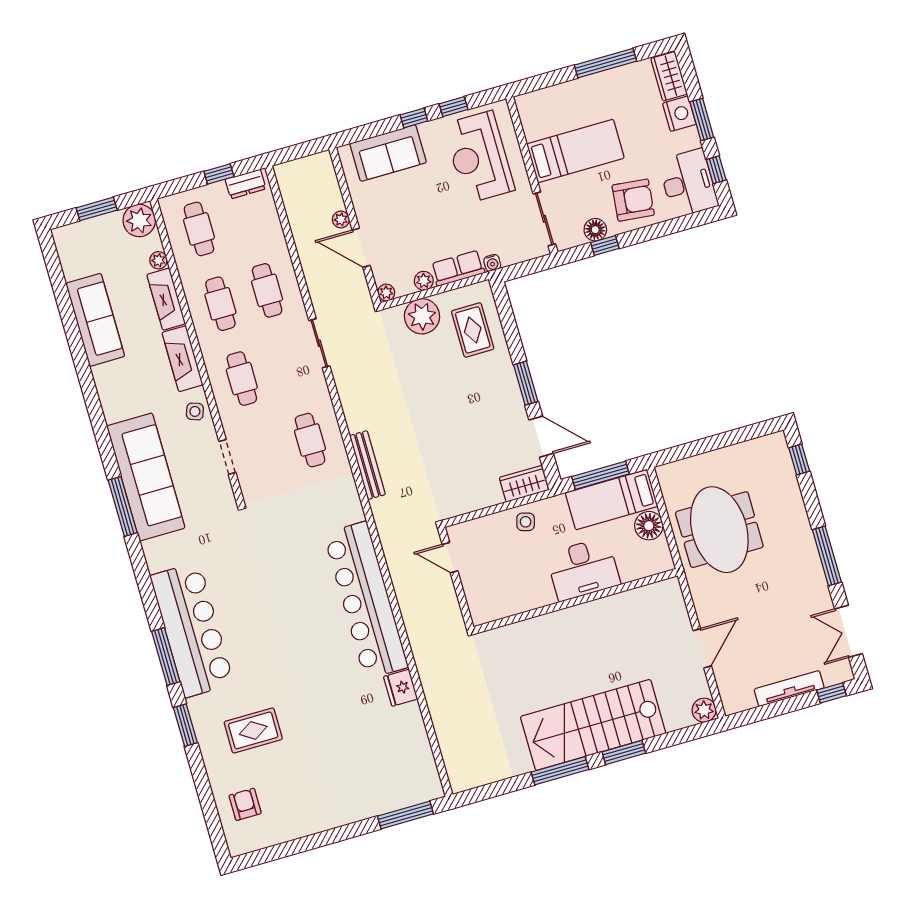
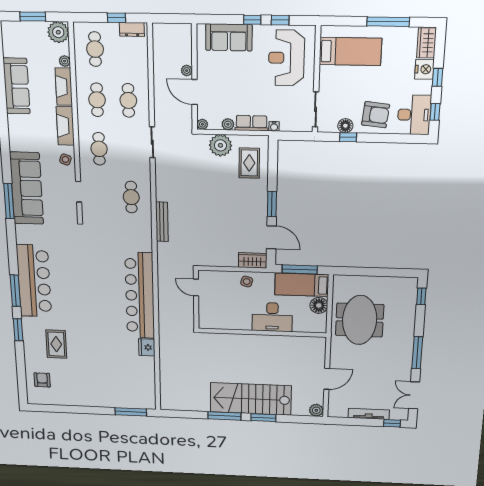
window: (702, 119) -> (437, 77), width x0.67
bed: (575, 151) -> (350, 51), moved
rug: (253, 730) -> (56, 344), turned 90

